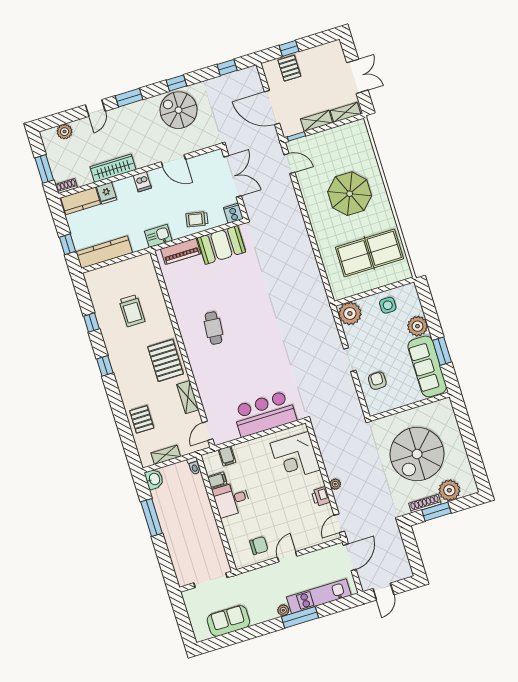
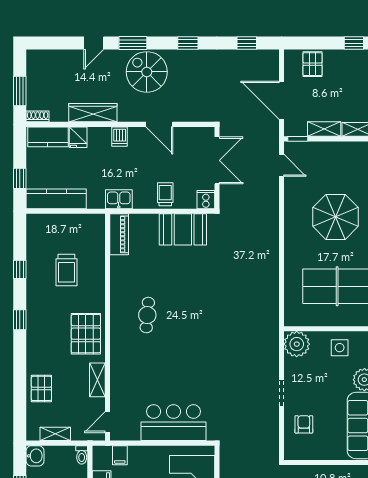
window: (289, 48) -> (354, 43), moved
spiral stairs: (179, 110) -> (147, 72), moved
plant: (65, 132) -> (53, 58), removed
trolley: (197, 219) -> (165, 194), turned 79
piano: (181, 251) -> (119, 234), moved, turned -90

